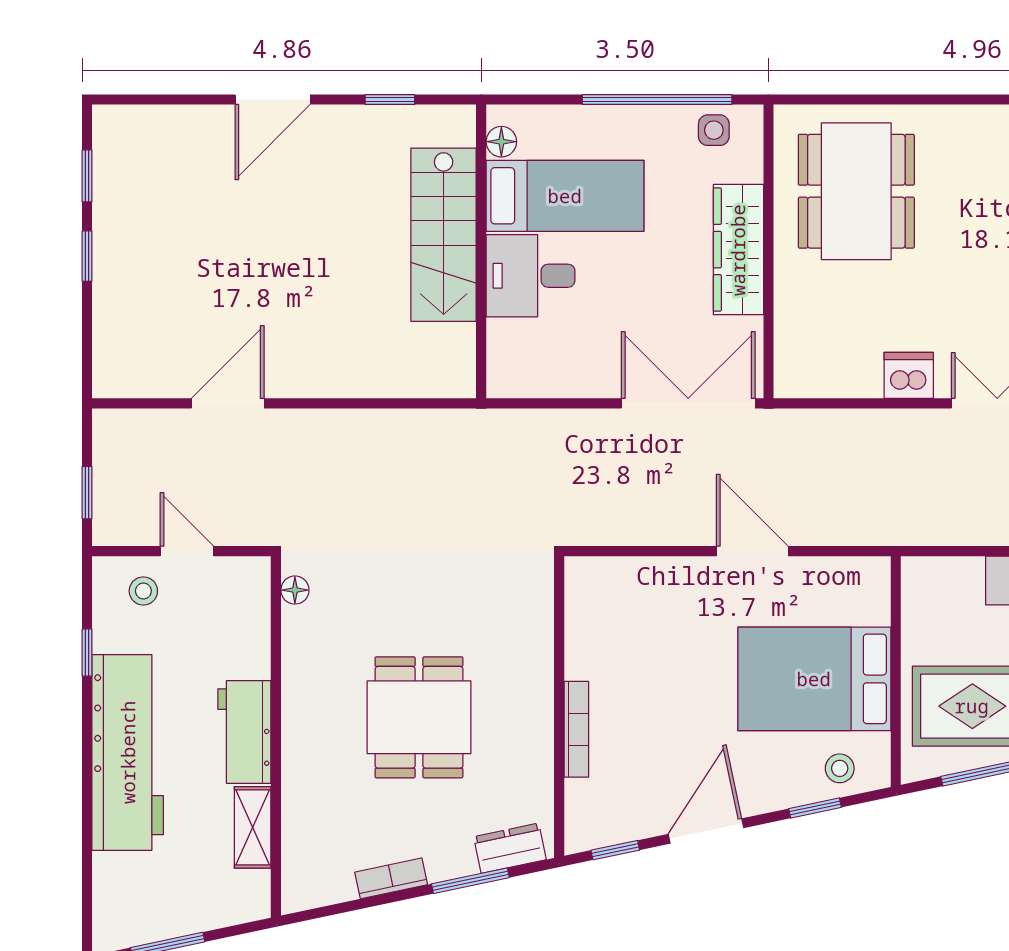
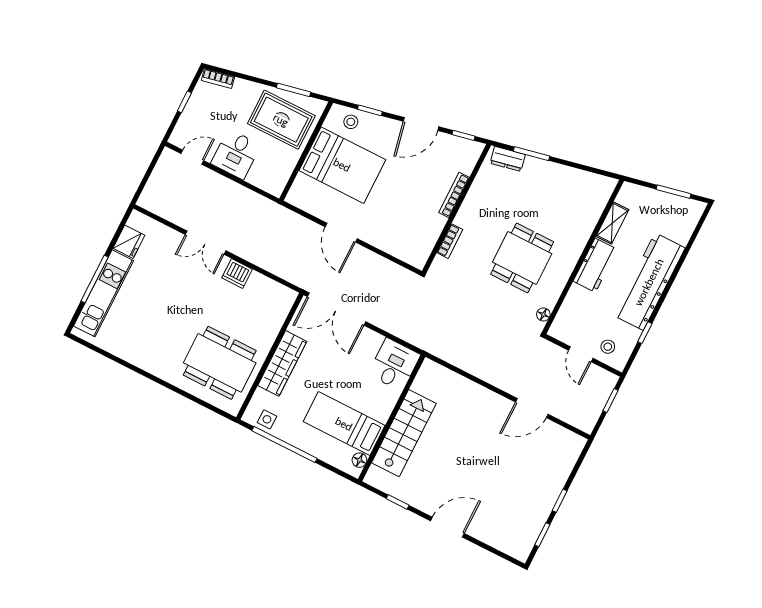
dining table: (856, 191) -> (220, 363), turned 90
desk: (530, 276) -> (394, 365), moved, turned -90
dining table: (419, 717) -> (522, 258), moved
bookcase: (391, 878) -> (450, 241), moved, turned -78

